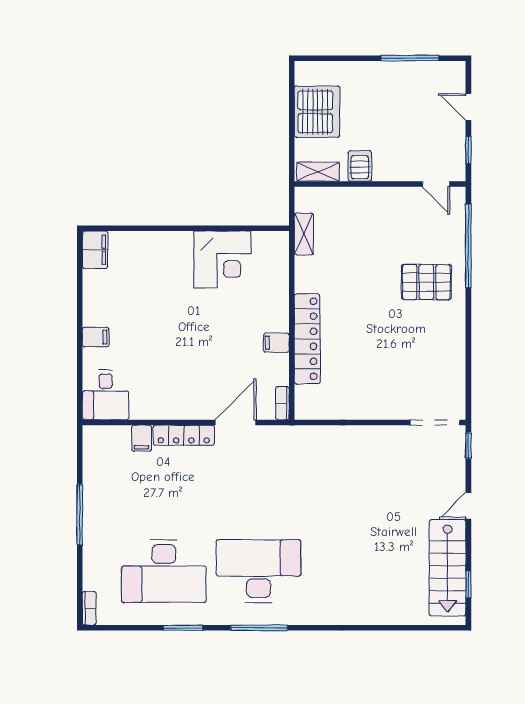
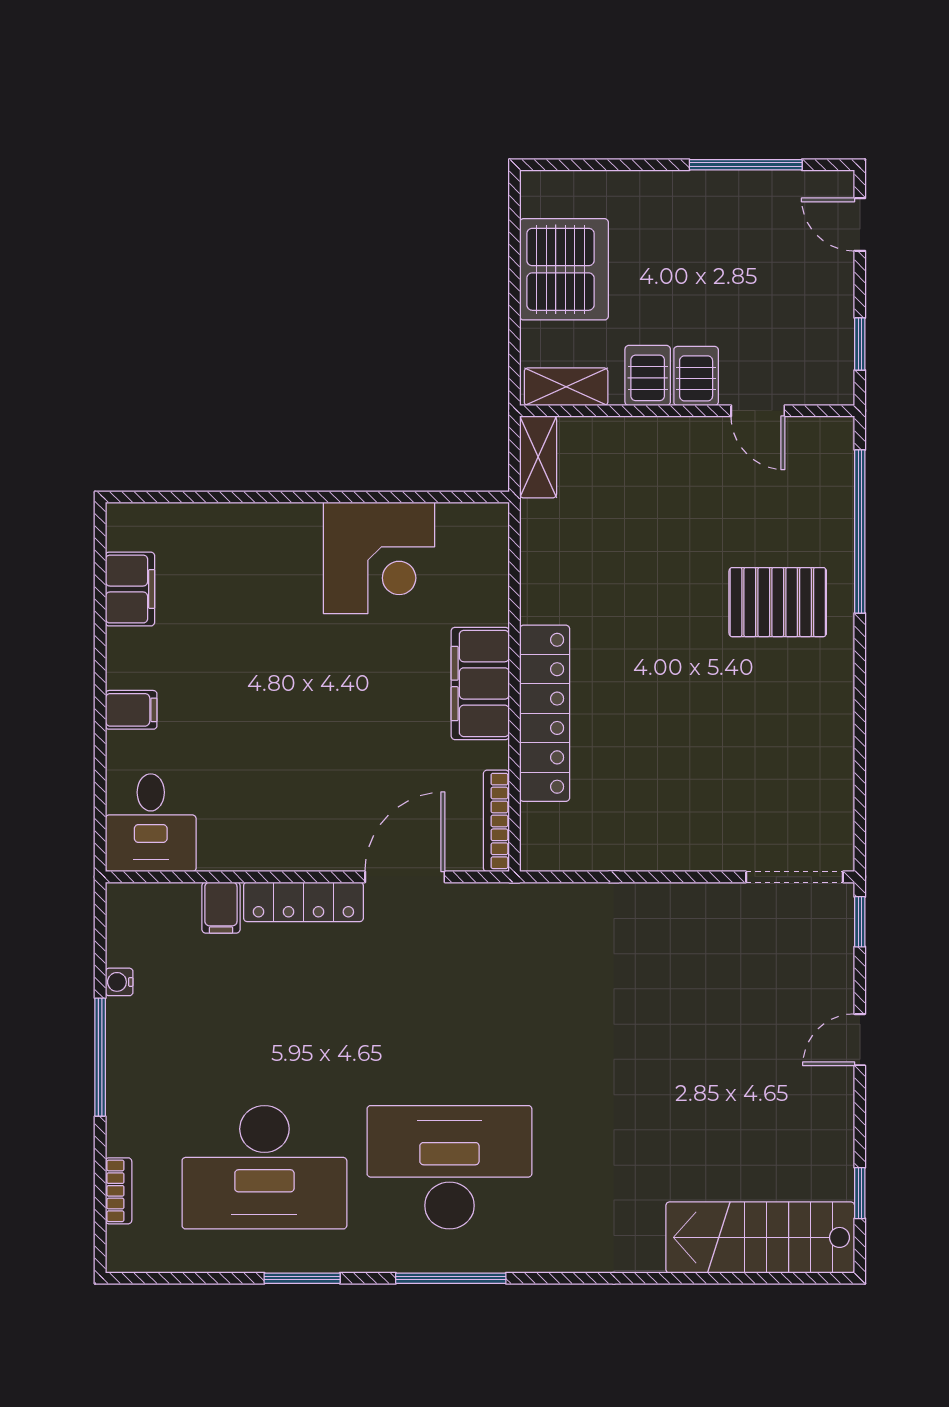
door: (468, 107) -> (860, 224), moved
server rack: (385, 166) -> (696, 376), added
door: (436, 184) -> (758, 411), moved
shelving: (304, 234) -> (538, 457), moved
filing cabinet: (95, 250) -> (130, 589), moved
filing cabinet: (276, 343) -> (480, 683), width x3.00, depth x1.17
bookcase: (282, 403) -> (496, 821), width x1.56
water cooler: (89, 476) -> (119, 982), added
stairs: (448, 568) -> (760, 1237), moved, turned 90
bookcase: (89, 608) -> (119, 1191), moved

